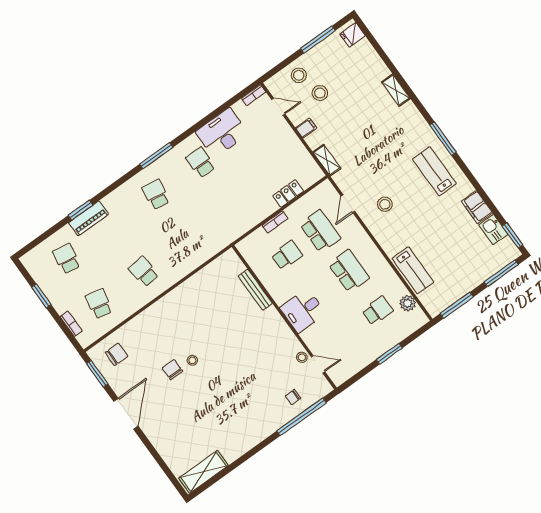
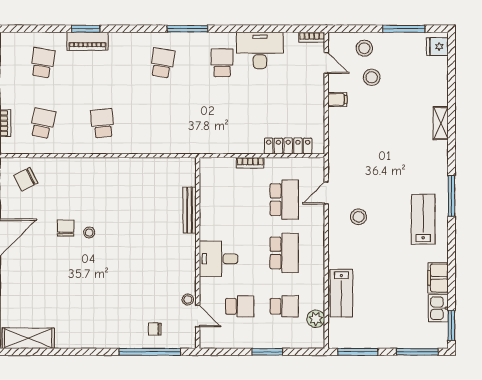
shelving: (327, 160) -> (335, 141), removed
locker: (288, 194) -> (288, 146), width x1.53
school desk: (287, 255) -> (240, 306), moved
chair: (116, 354) -> (26, 179), turned 153

